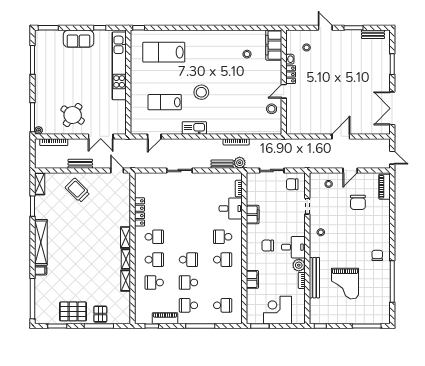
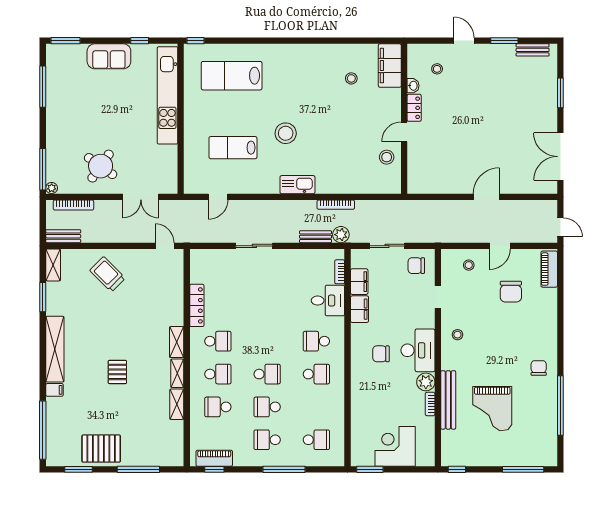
kitchen sink: (194, 128) -> (297, 185), moved
bench: (80, 164) -> (63, 236), moved
desk: (293, 247) -> (418, 350), width x1.37
filing cabinet: (252, 279) -> (359, 282), moved
pallet: (100, 314) -> (117, 372), moved
piano: (165, 318) -> (214, 458), moved

